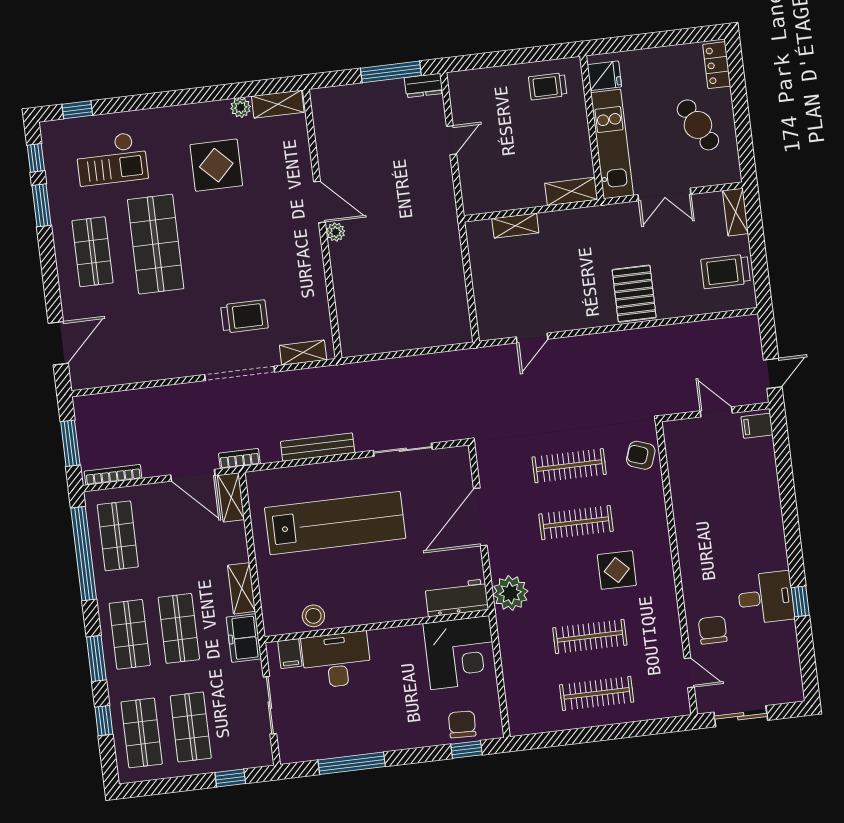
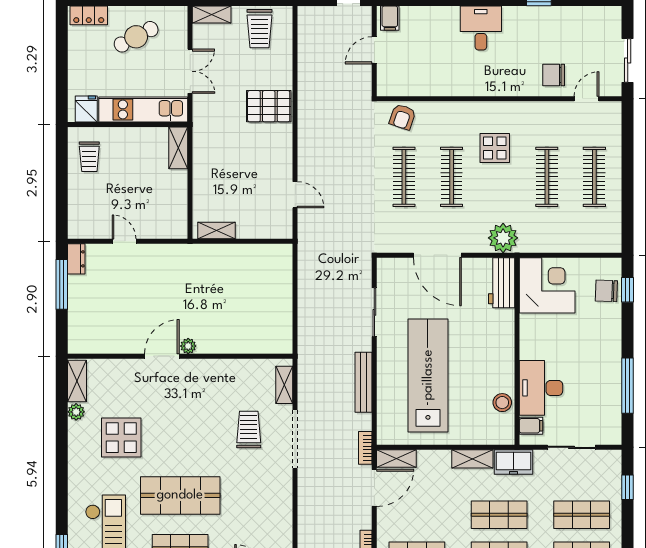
shelving: (515, 226) -> (217, 231), moved, turned 90
desk: (766, 598) -> (481, 28), moved

